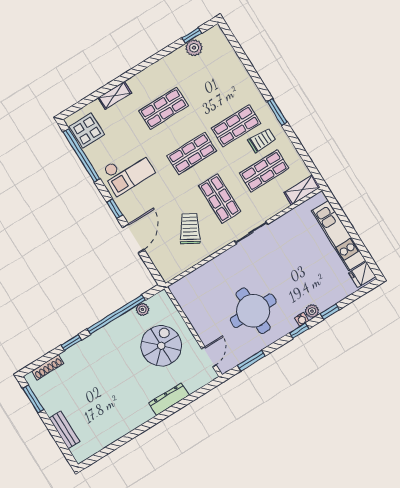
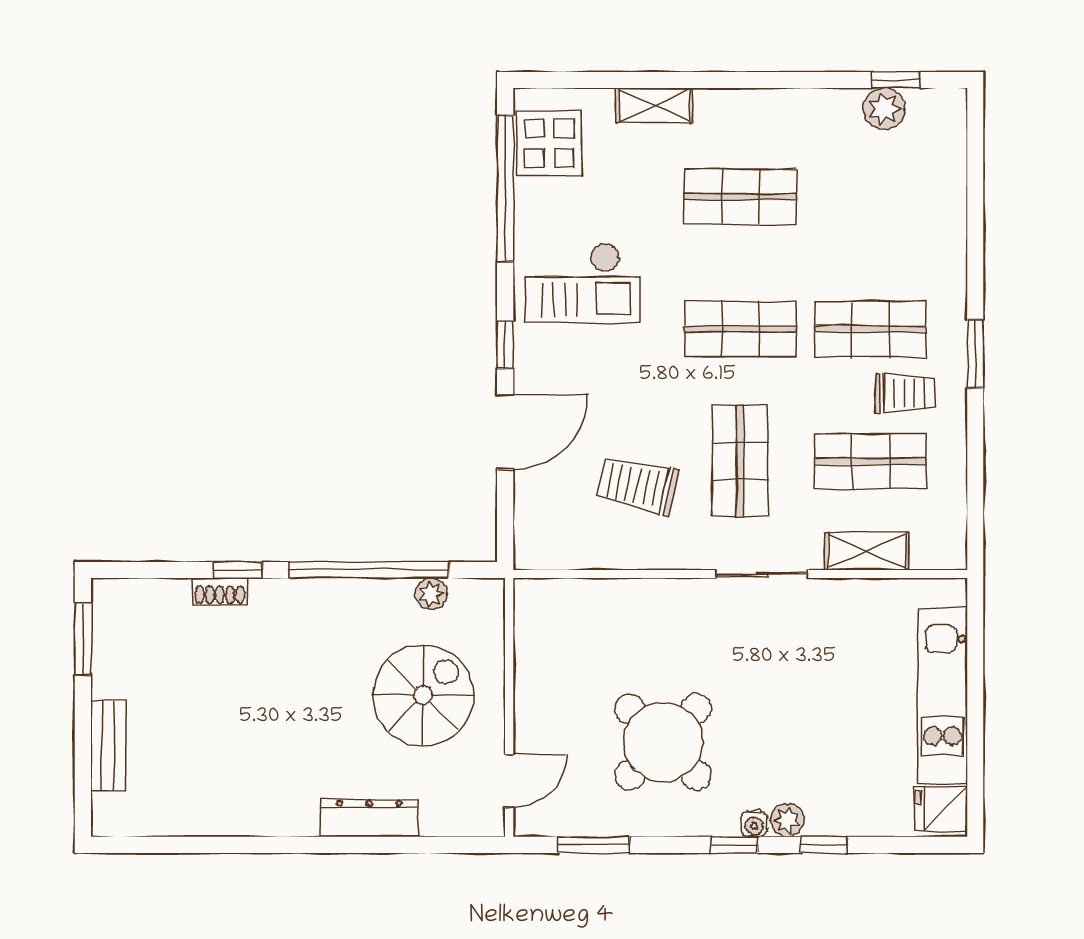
shelving: (302, 190) -> (867, 551), moved
trolley: (190, 229) -> (638, 486), turned -108
round table: (253, 311) -> (663, 742), turned 45
shoe rack: (48, 367) -> (220, 591), moved, width x0.70

